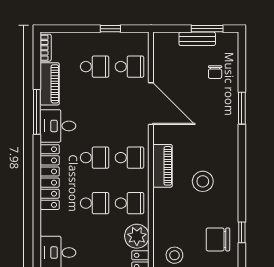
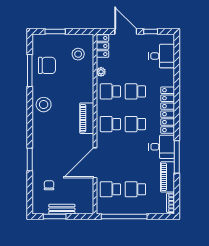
window: (110, 29) -> (124, 216), width x3.17
door: (151, 104) -> (95, 163), hinge flipped
stool: (203, 181) -> (44, 105), moved
window: (242, 232) -> (30, 70), width x2.17
plant: (137, 236) -> (101, 72), width x0.53, depth x0.53

